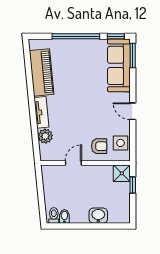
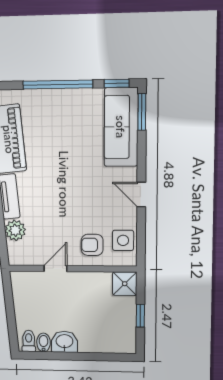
armchair: (99, 146) -> (92, 245), turned 180
window: (133, 185) -> (140, 316), moved
washbasin: (98, 216) -> (64, 342), moved

